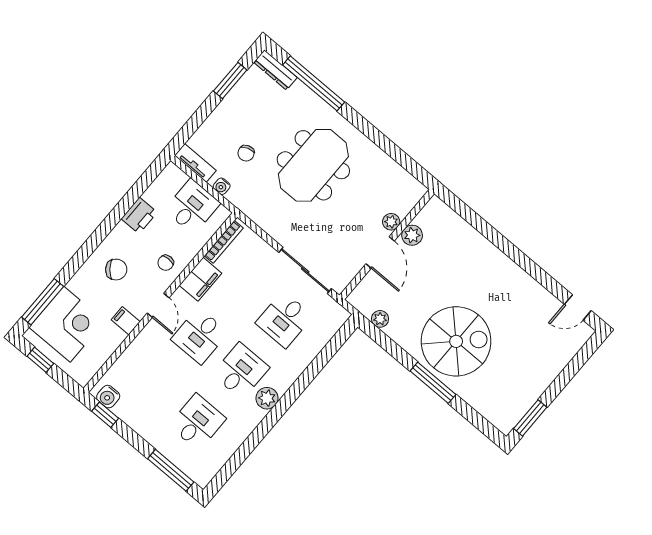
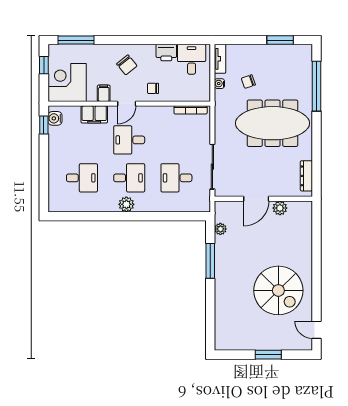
dresser: (275, 70) -> (306, 176), moved
meeting table: (313, 165) -> (272, 123), width x1.36
desk: (192, 207) -> (192, 59), moved, turned -90
plant: (391, 222) -> (278, 191), removed
filing cabinet: (200, 279) -> (94, 114), moved
corner desk: (67, 324) -> (67, 82), moved, turned 180
spiral stairs: (456, 341) -> (278, 290), moved
window: (433, 383) -> (210, 261), moved
window: (530, 418) -> (268, 355), moved
window: (171, 470) -> (44, 185), removed

